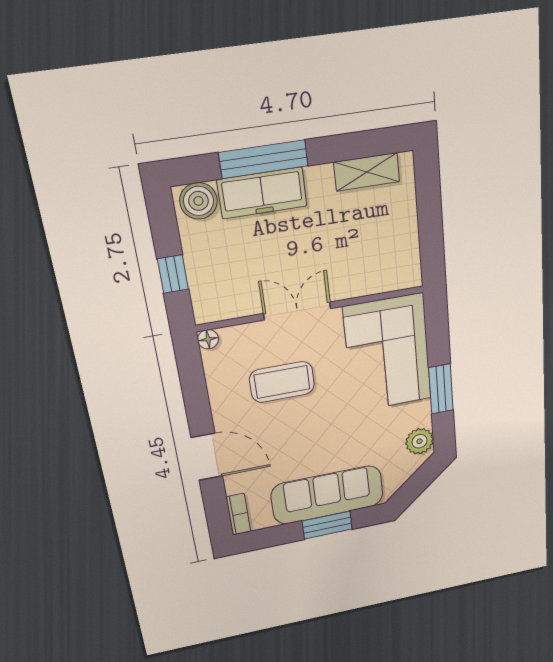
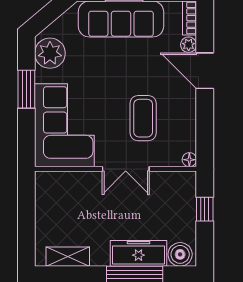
coffee table: (282, 382) -> (143, 118), turned 90
plant: (420, 441) -> (50, 53), width x1.36, depth x1.36
plant: (234, 483) -> (189, 45), added

